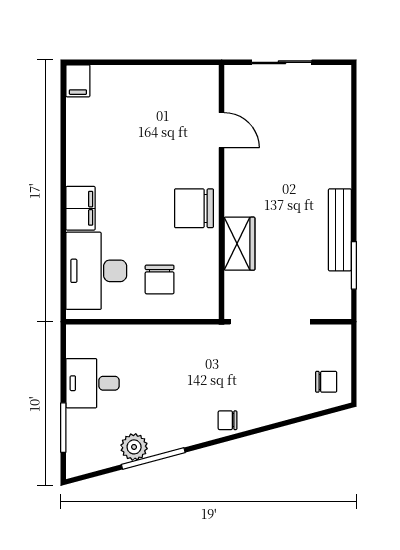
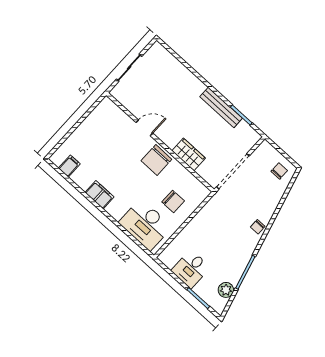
filing cabinet: (78, 81) -> (69, 166), moved, turned -90
door: (222, 130) -> (144, 128), moved
filing cabinet: (80, 208) -> (99, 195), moved
plant: (134, 447) -> (226, 290), moved

